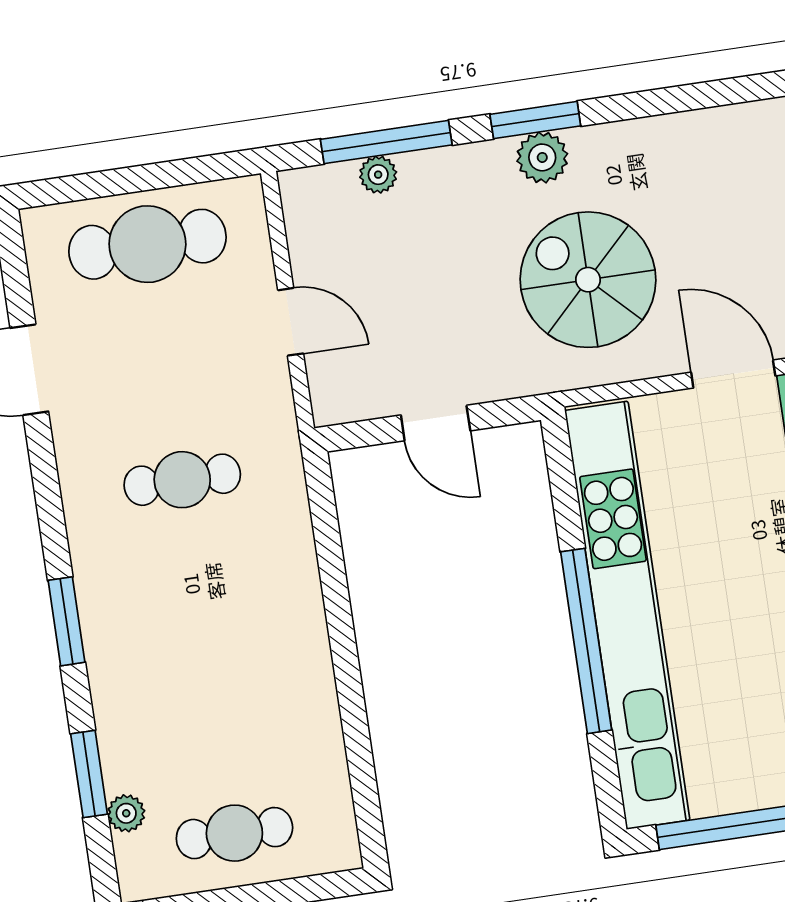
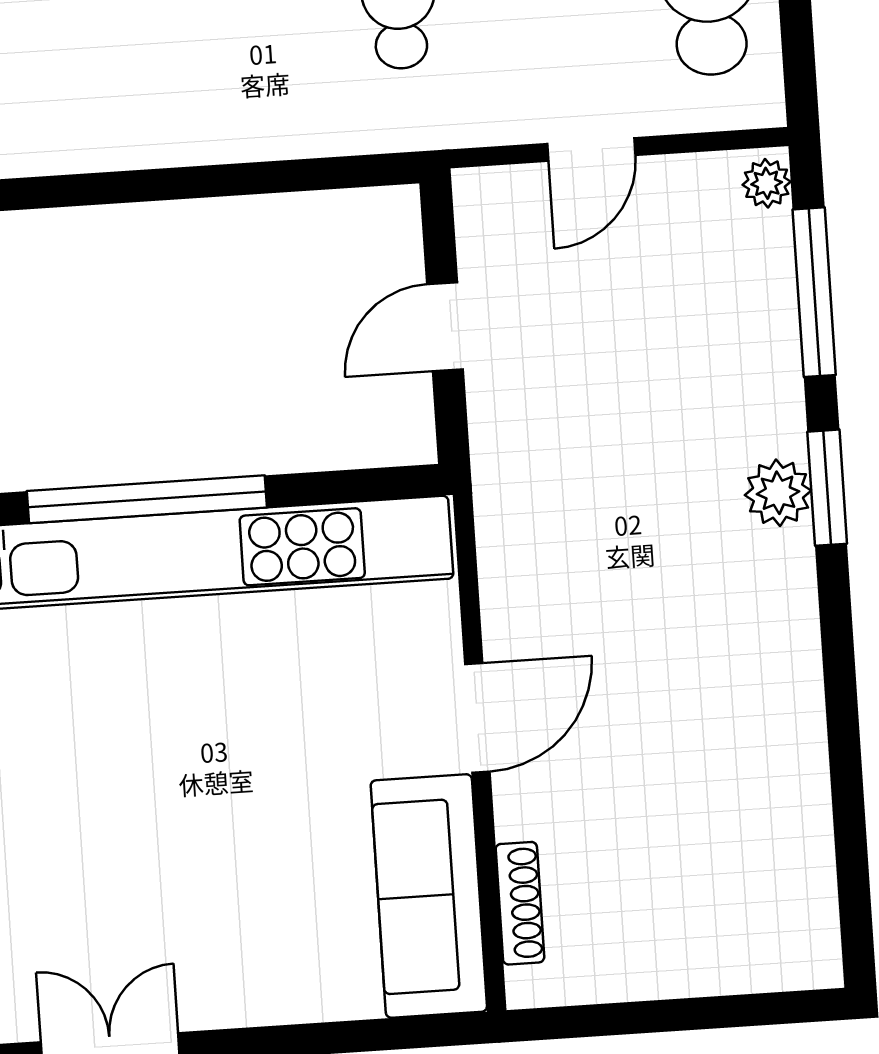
plant: (378, 175) -> (767, 183), moved
spiral stairs: (588, 280) -> (615, 539), removed

